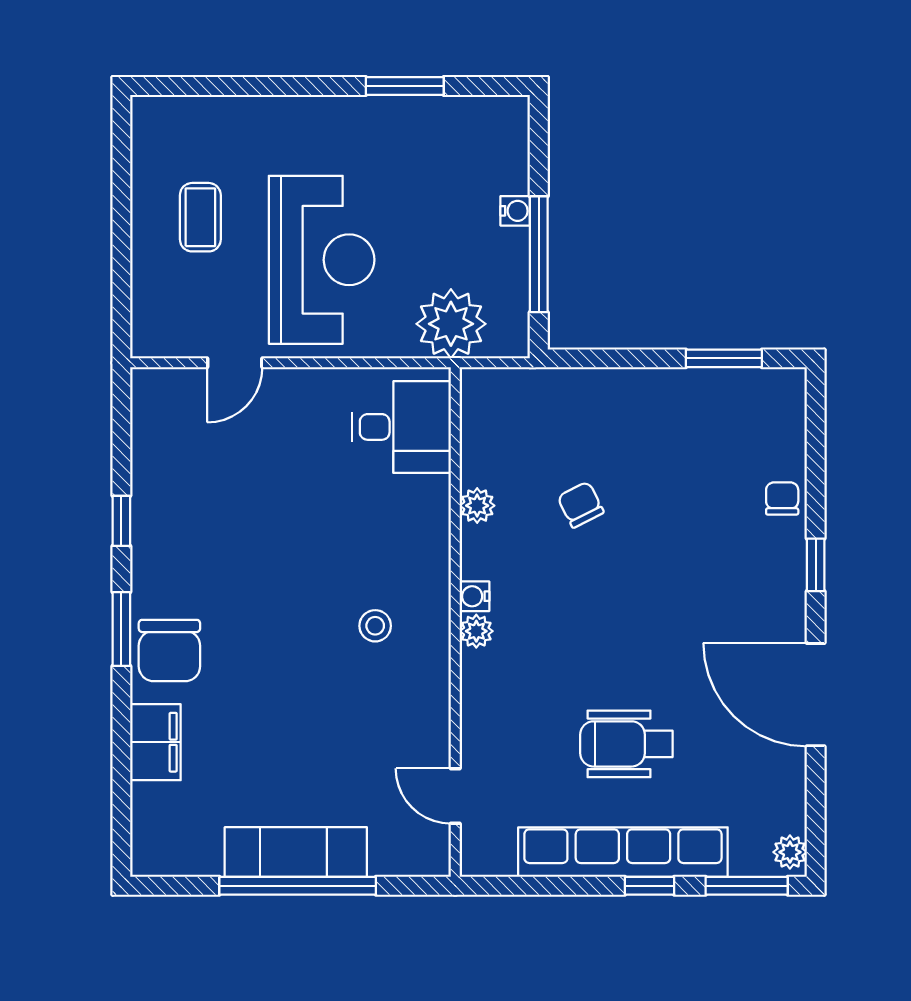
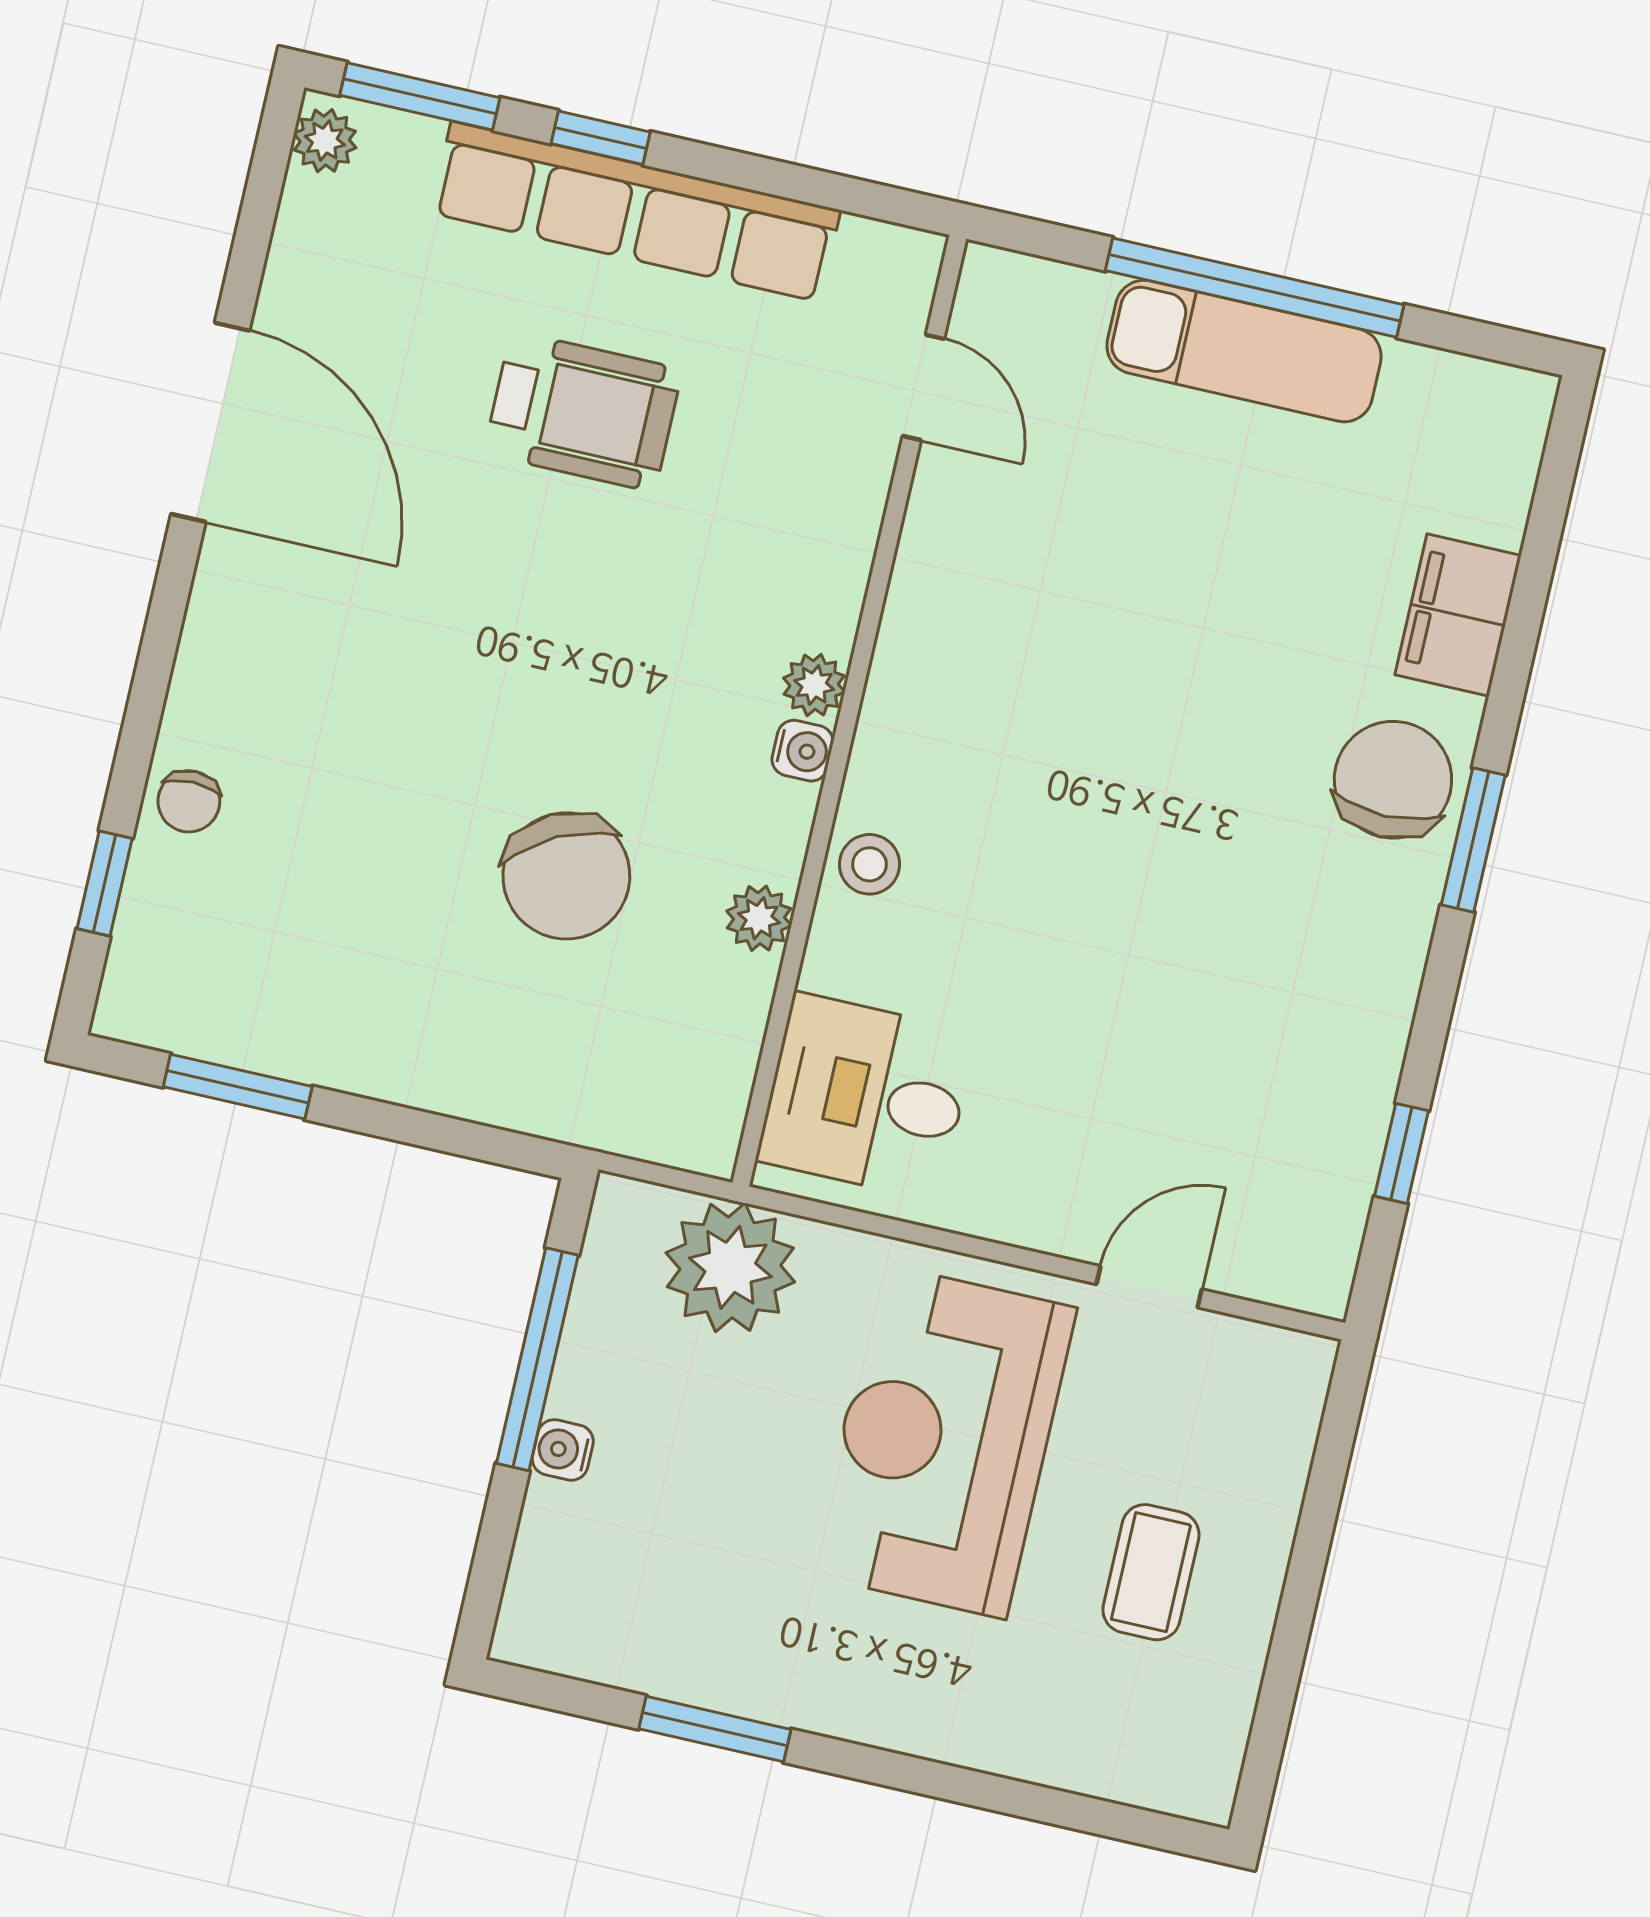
chair: (581, 505) -> (566, 876), width x1.87, depth x1.87
window: (121, 521) -> (1401, 1153), moved
window: (816, 565) -> (105, 884), moved
stool: (375, 626) -> (869, 864), moved

